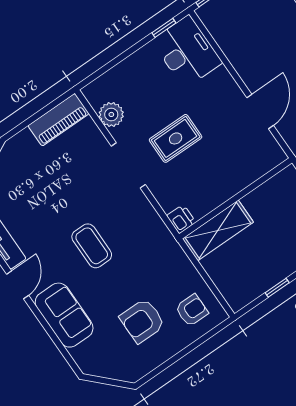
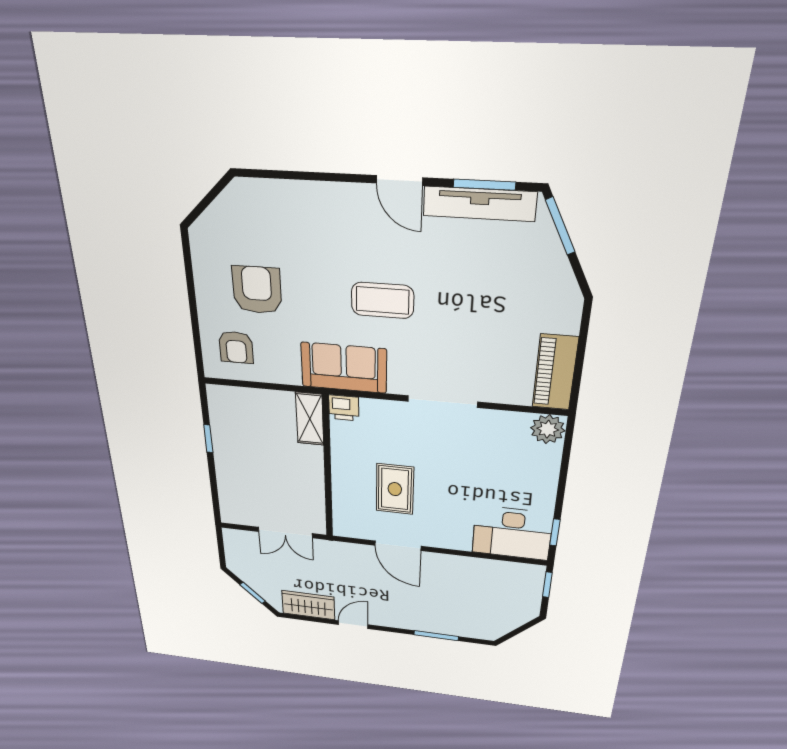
plant: (111, 114) -> (548, 429), moved
rug: (176, 138) -> (395, 489), moved
shelving: (218, 230) -> (310, 419), width x0.67, depth x0.75
sofa: (64, 315) -> (344, 368), moved, turned 180

